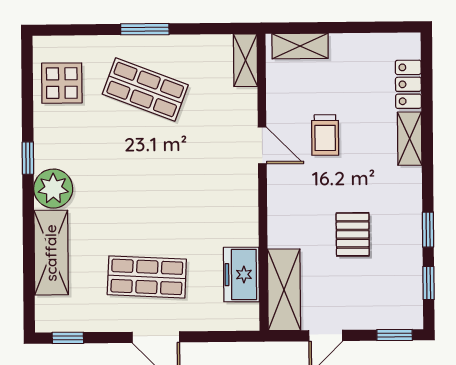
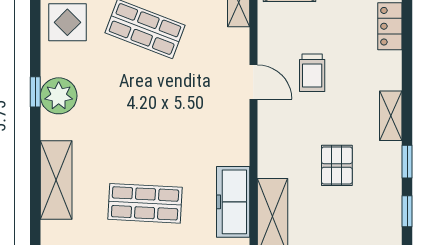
shelving: (410, 139) -> (391, 116), moved
plant: (53, 189) -> (59, 96), moved
freezer: (241, 275) -> (233, 202), width x1.40

